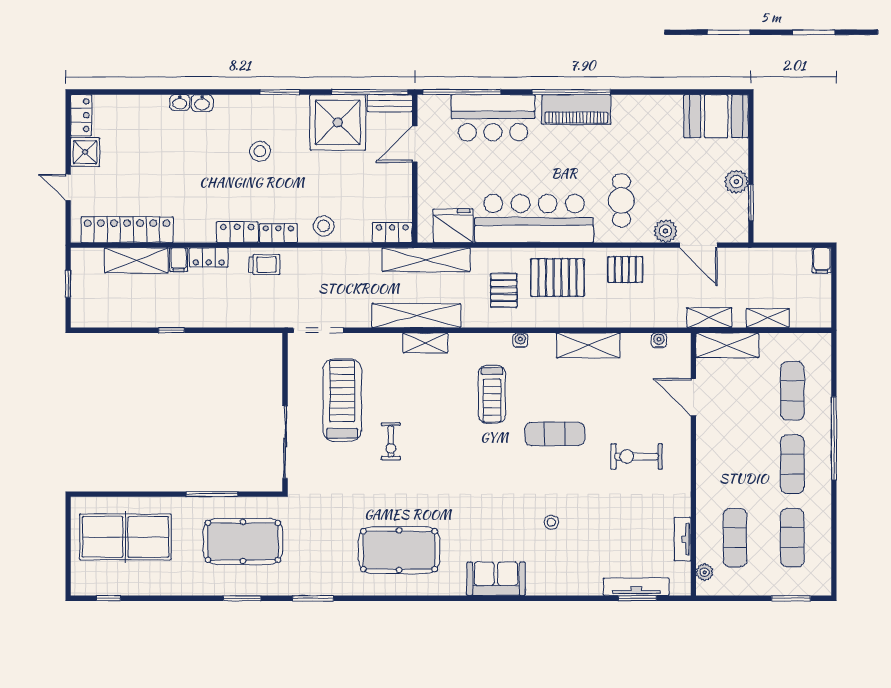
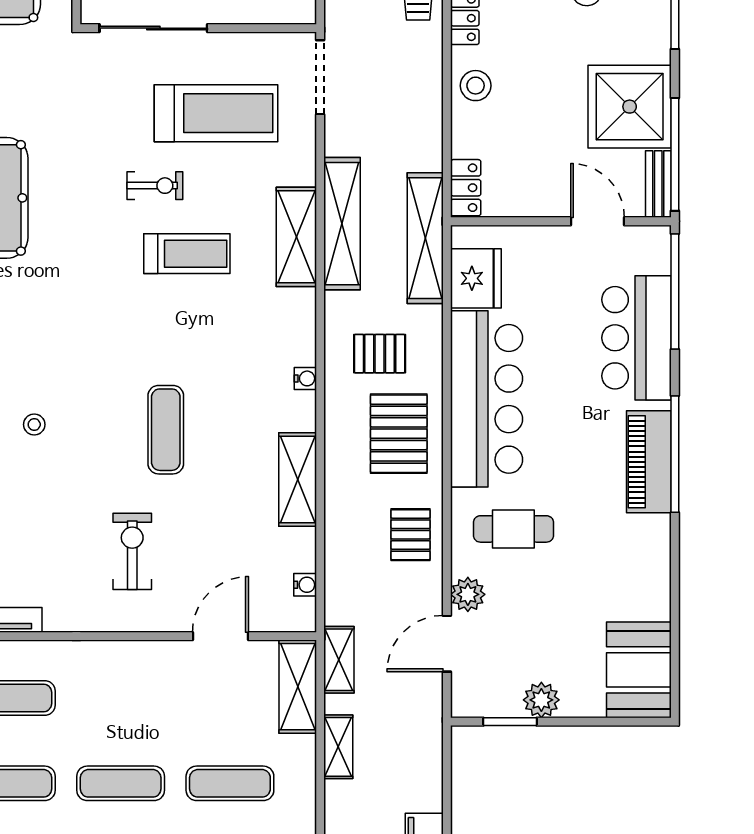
shelving: (425, 343) -> (296, 237), width x1.50, depth x1.33
treadmill: (492, 394) -> (187, 254), moved, turned 180
exercise bike: (391, 441) -> (155, 186), turned 180

